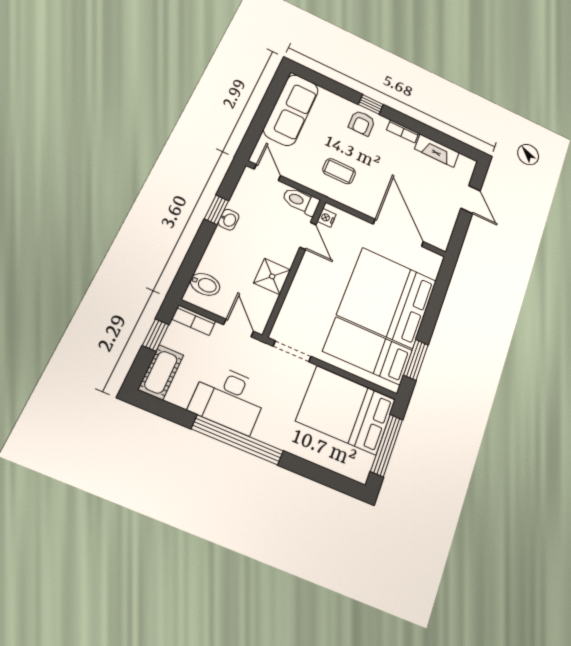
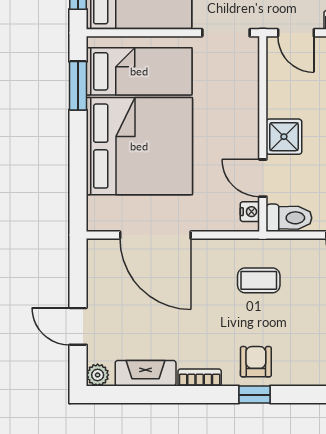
plant: (468, 164) -> (98, 375), added
shower: (272, 276) -> (284, 137), moved

